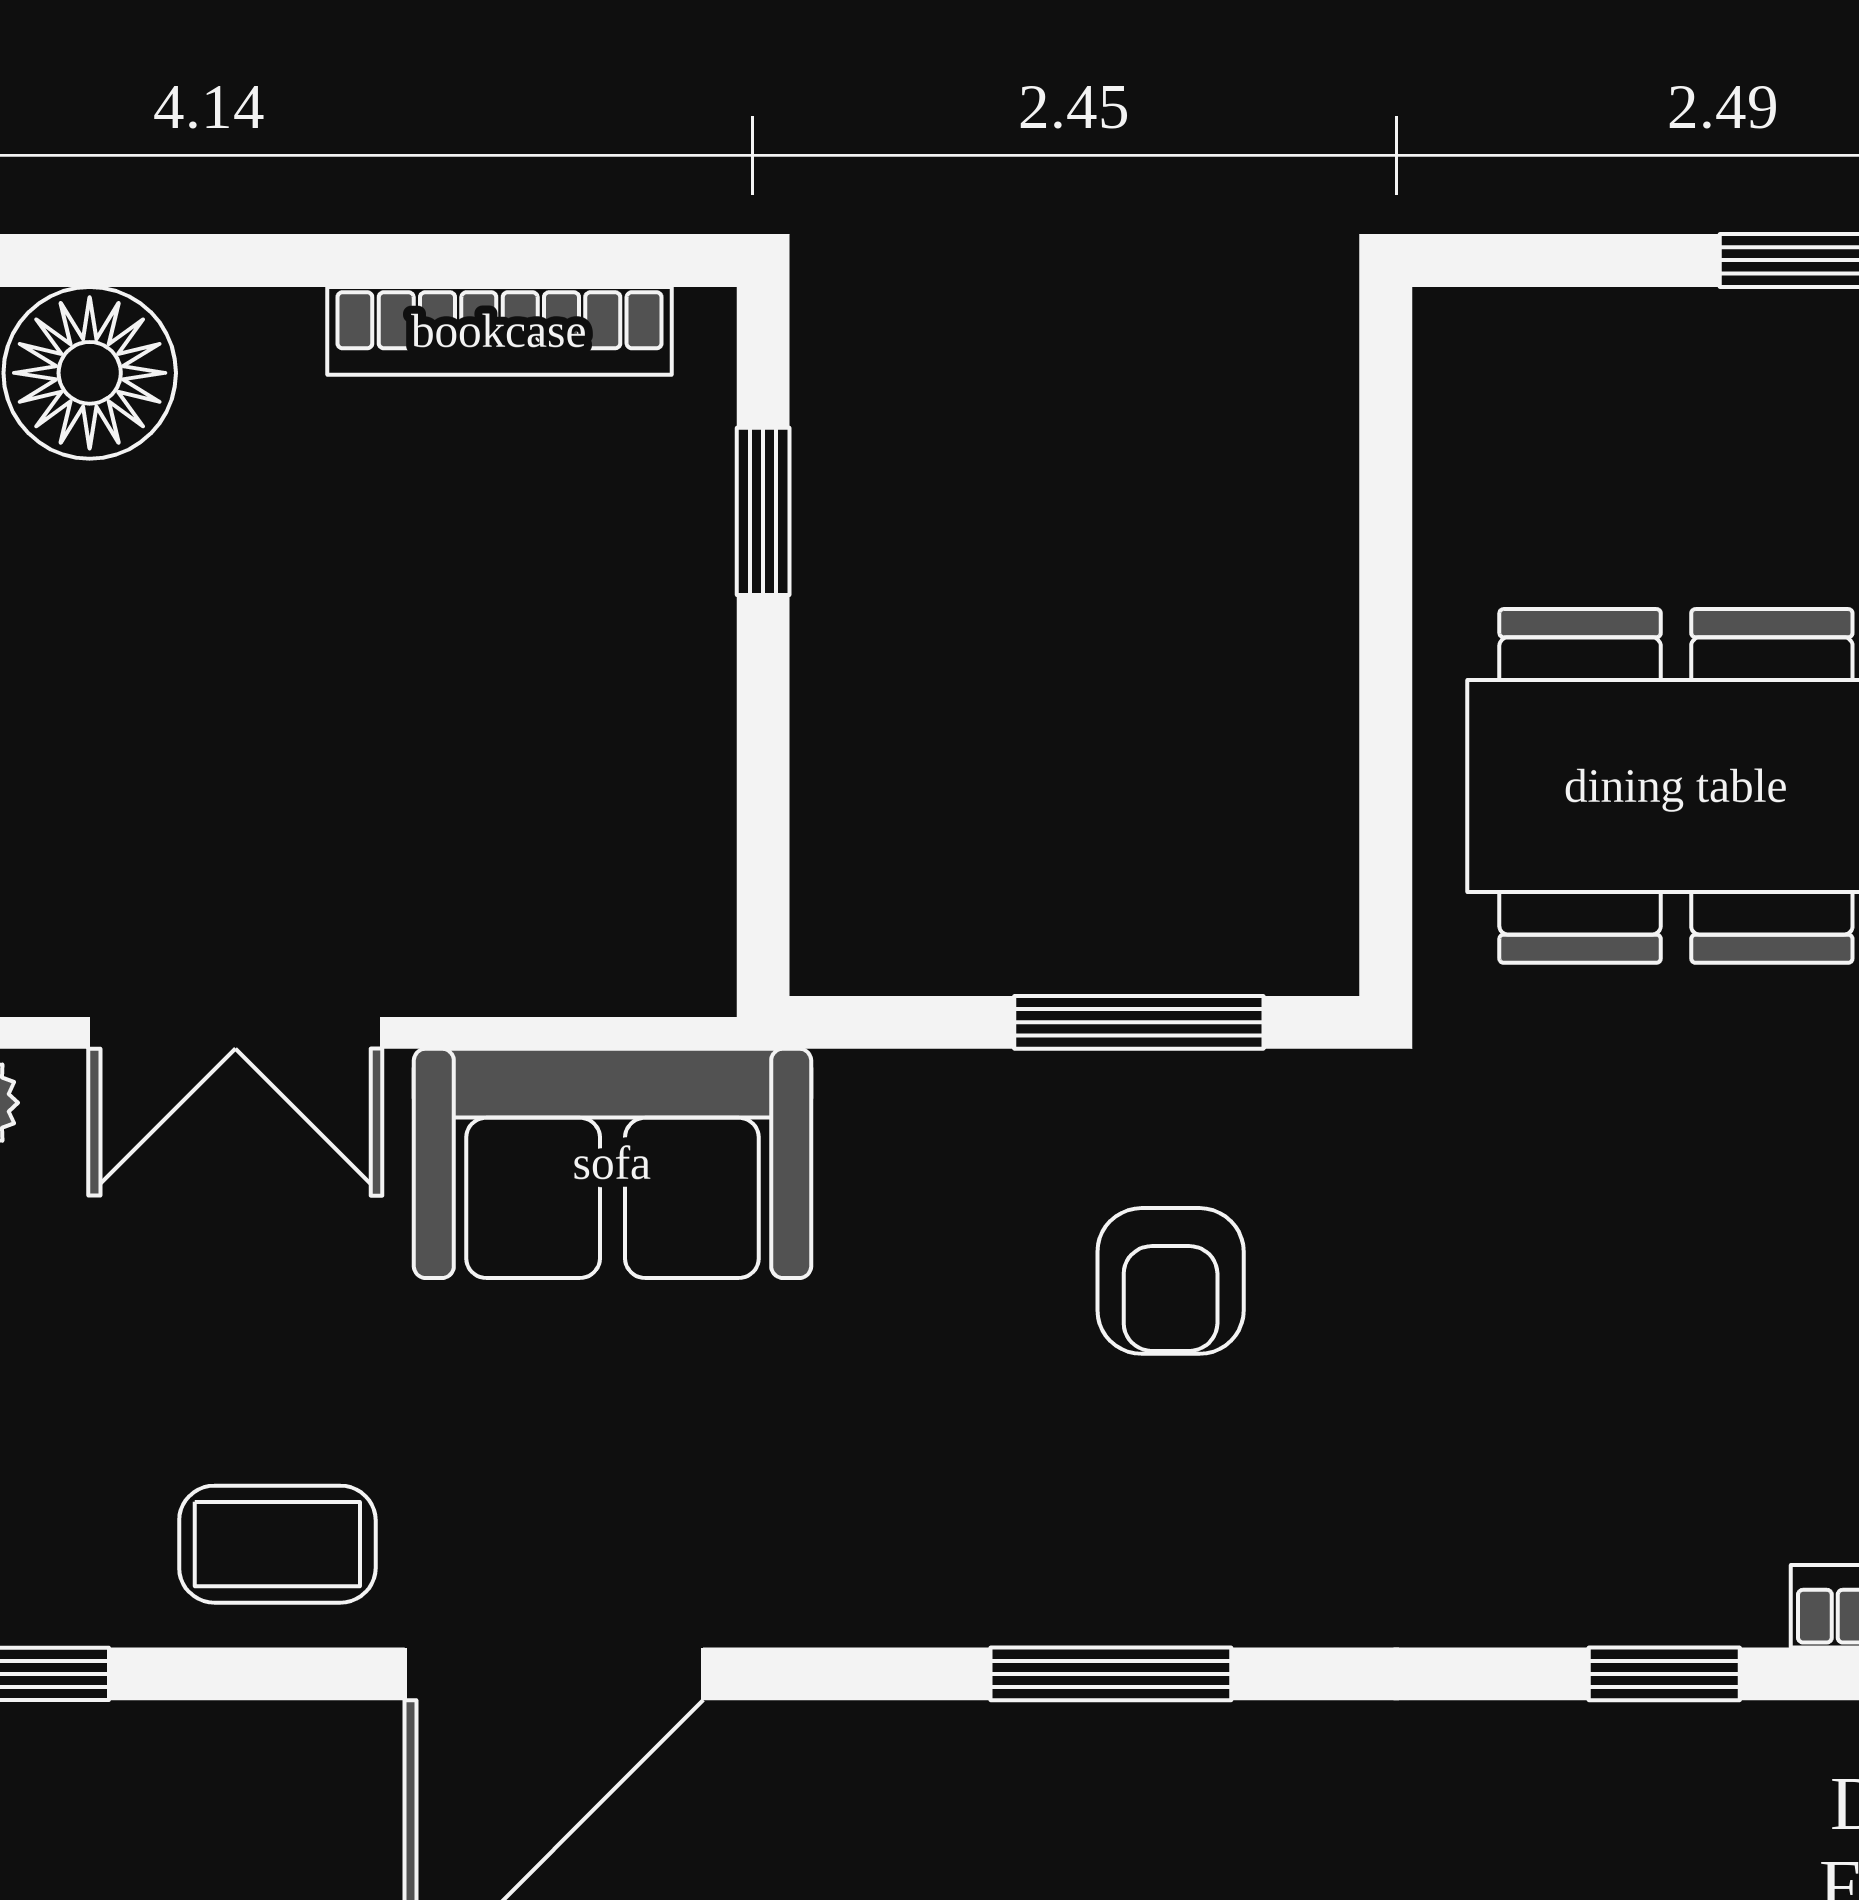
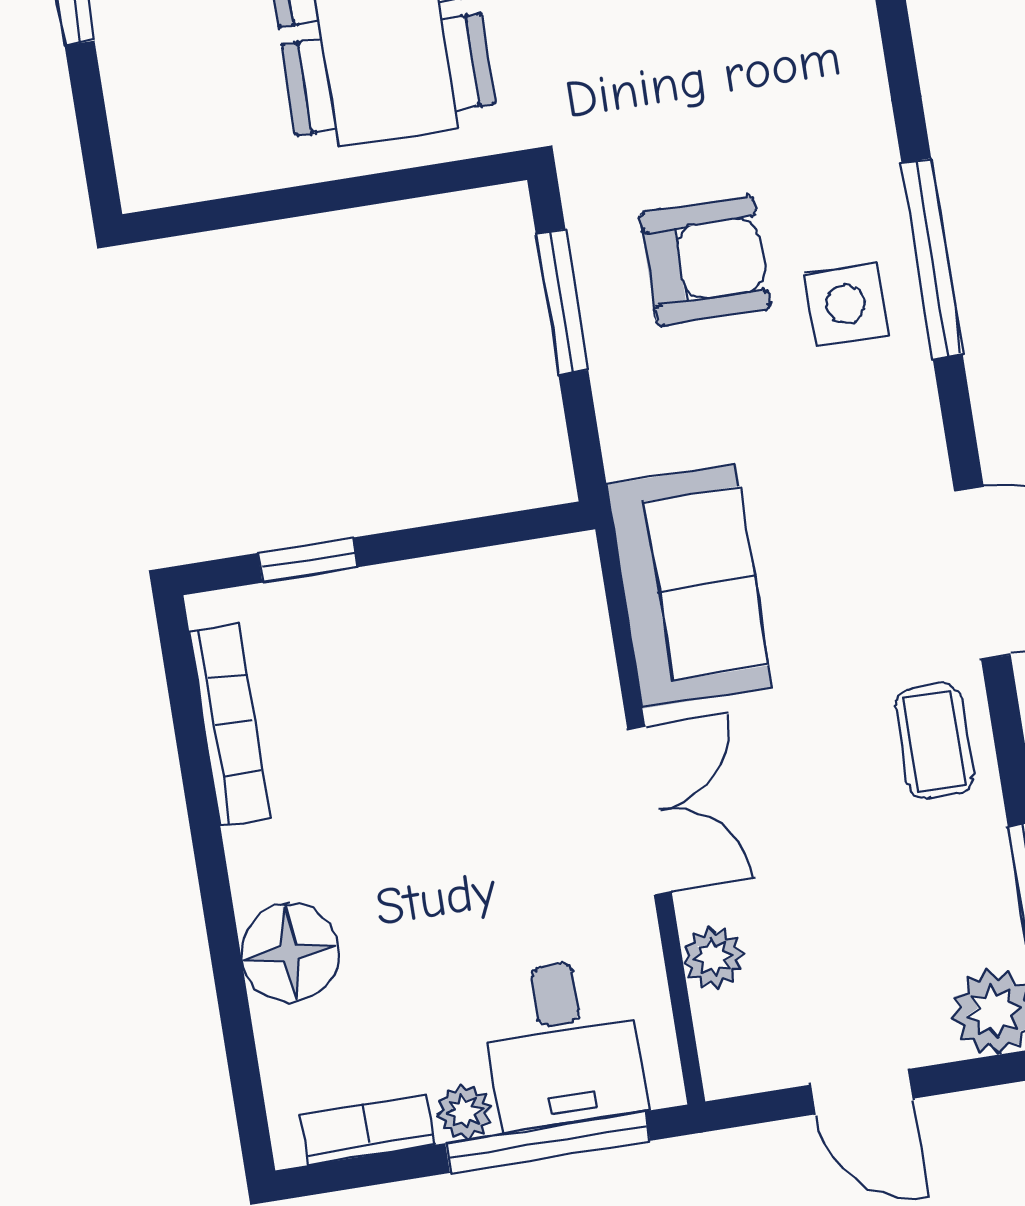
armchair: (1171, 1281) -> (705, 261), width x1.38, depth x1.38
side table: (1057, 1512) -> (846, 304), added
window: (1111, 1674) -> (932, 259), width x1.44

